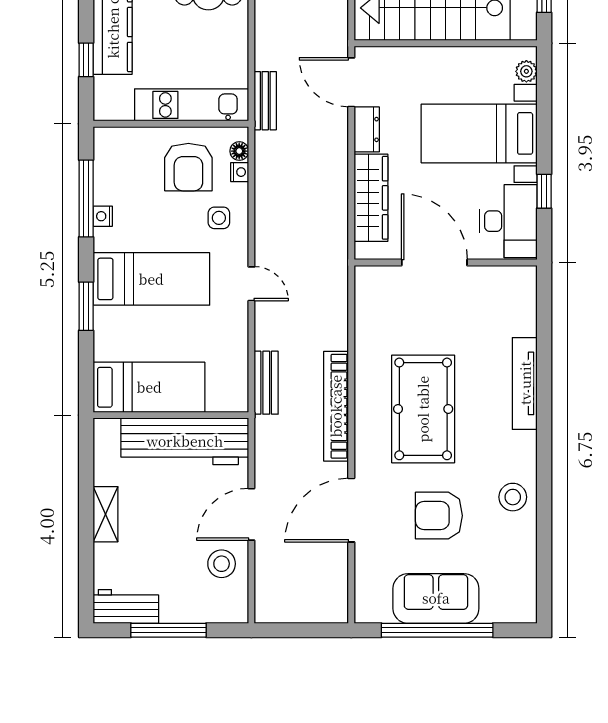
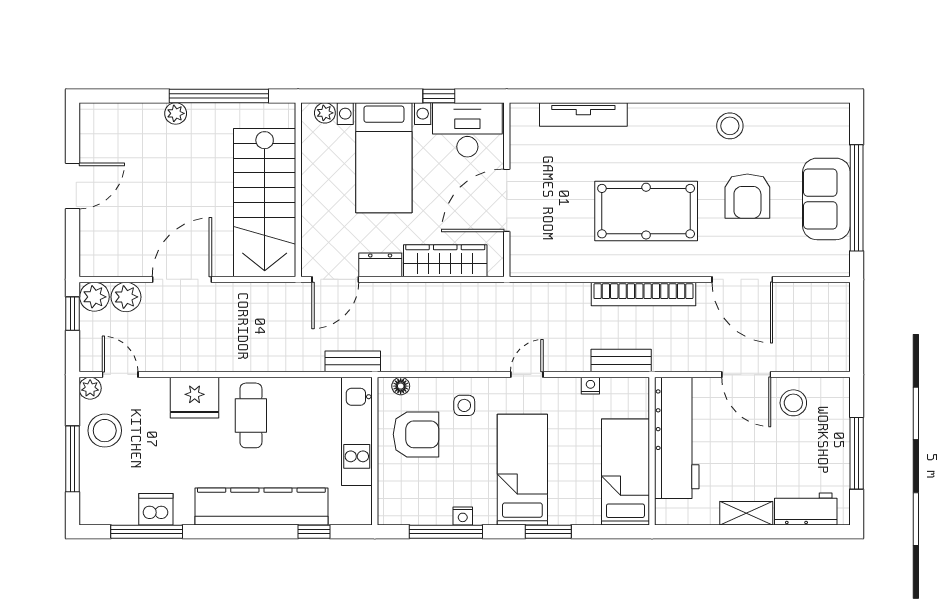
nightstand: (240, 172) -> (590, 386), moved
tv unit: (525, 383) -> (583, 114), moved
workbench: (126, 606) -> (806, 509), moved, turned 90

